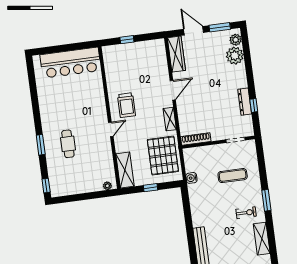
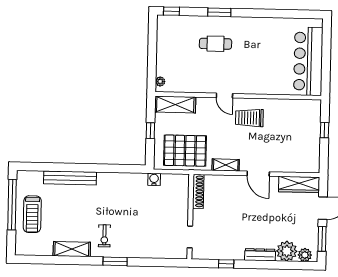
dresser: (245, 102) -> (260, 255), moved
exercise mat: (233, 176) -> (149, 227), removed

